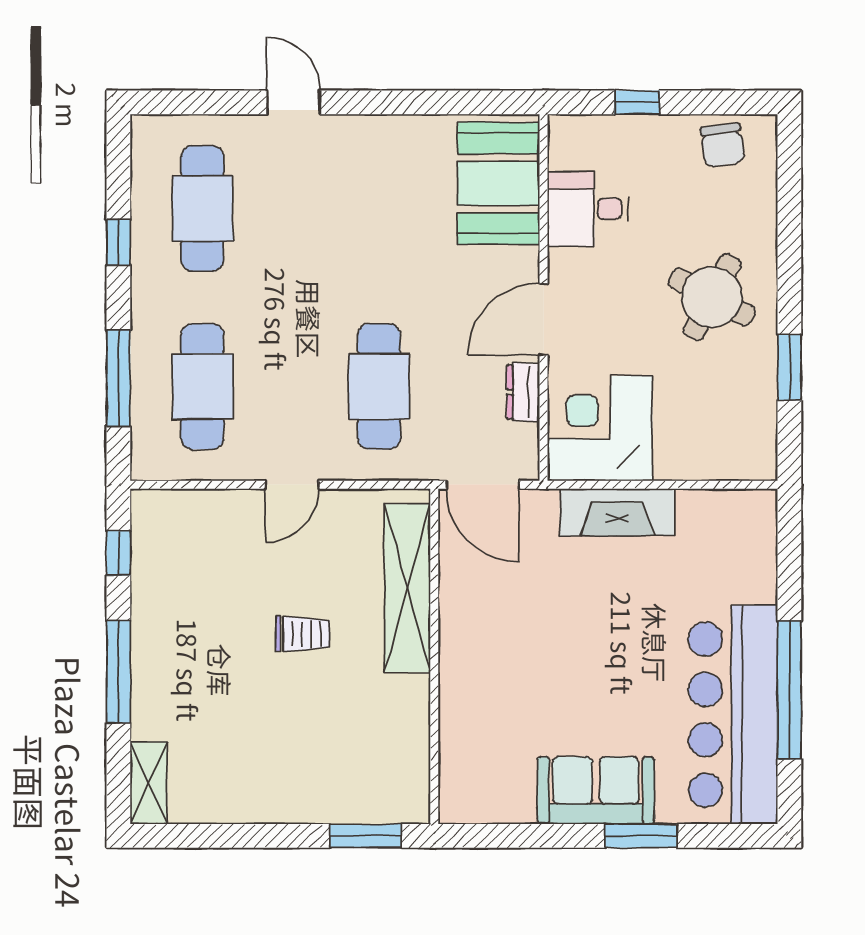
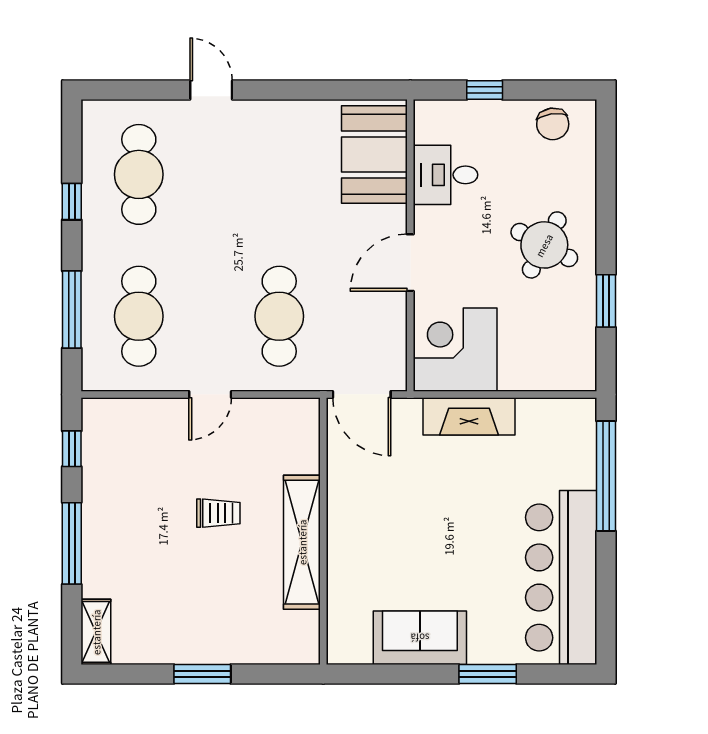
dresser: (523, 392) -> (394, 321), removed
shelving: (407, 588) -> (302, 542), moved
window: (789, 690) -> (606, 476), moved
sofa: (596, 790) -> (420, 638), moved
window: (366, 836) -> (202, 674), moved

